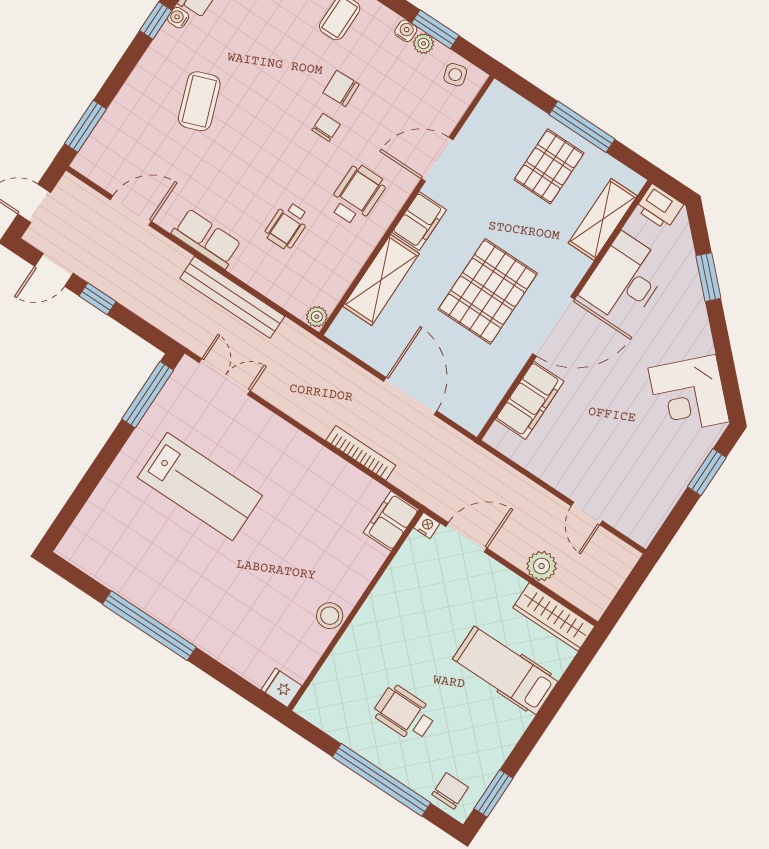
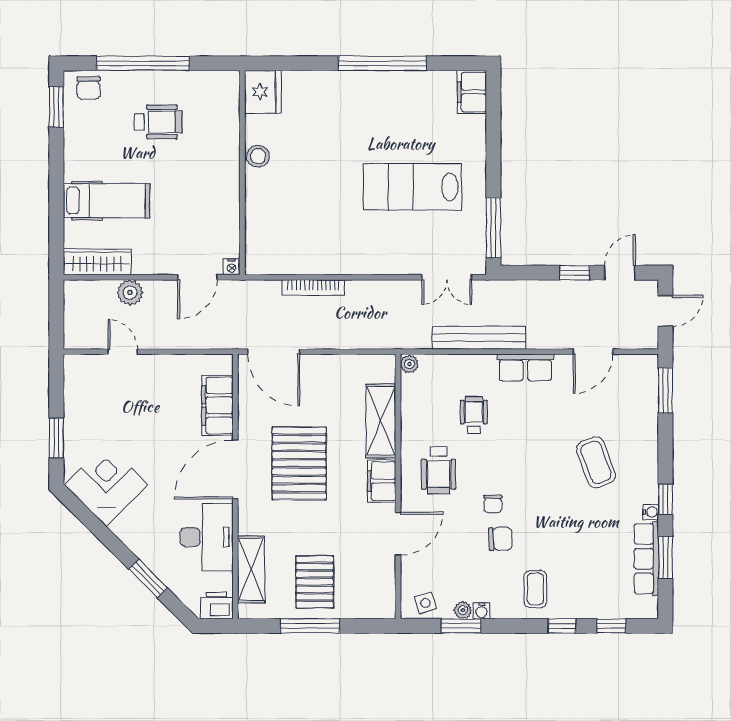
door: (410, 396) -> (274, 352), moved
filing cabinet: (391, 521) -> (472, 92), moved, turned 180
fridge: (282, 688) -> (263, 92), width x1.88, depth x1.34

